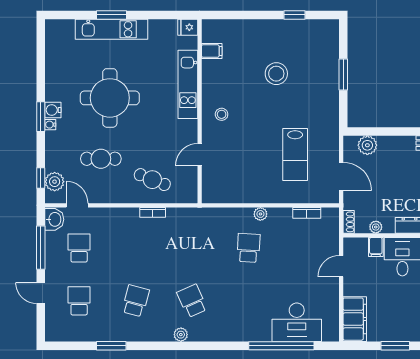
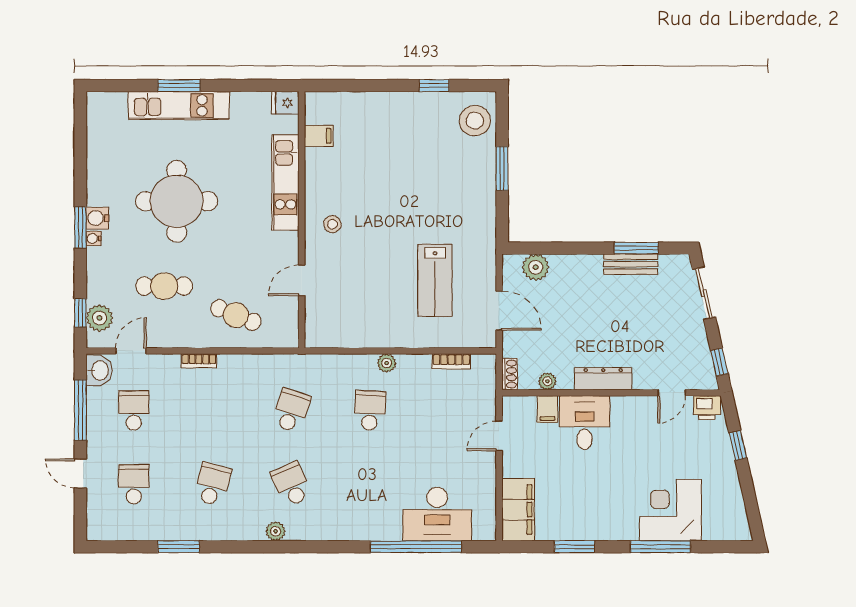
stool: (276, 74) -> (475, 121), moved
door: (77, 205) -> (131, 351), hinge flipped
bookcase: (153, 212) -> (199, 361), moved
school desk: (192, 248) -> (291, 410), added

